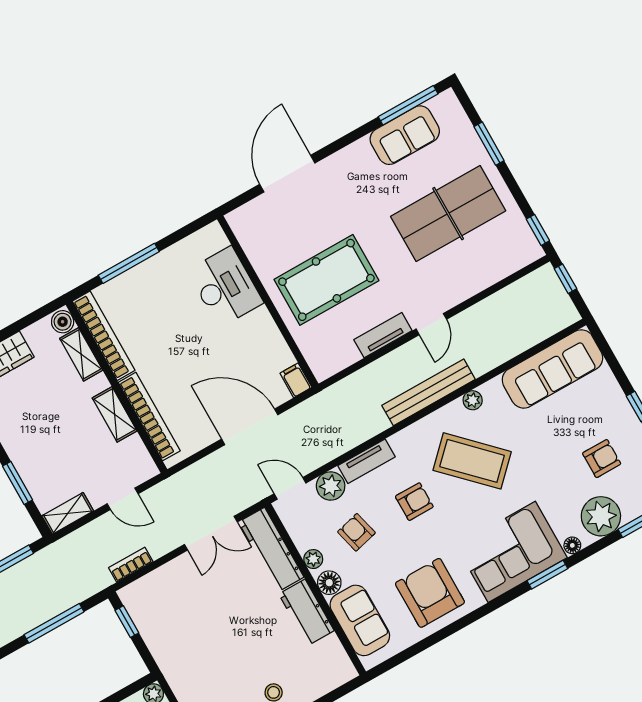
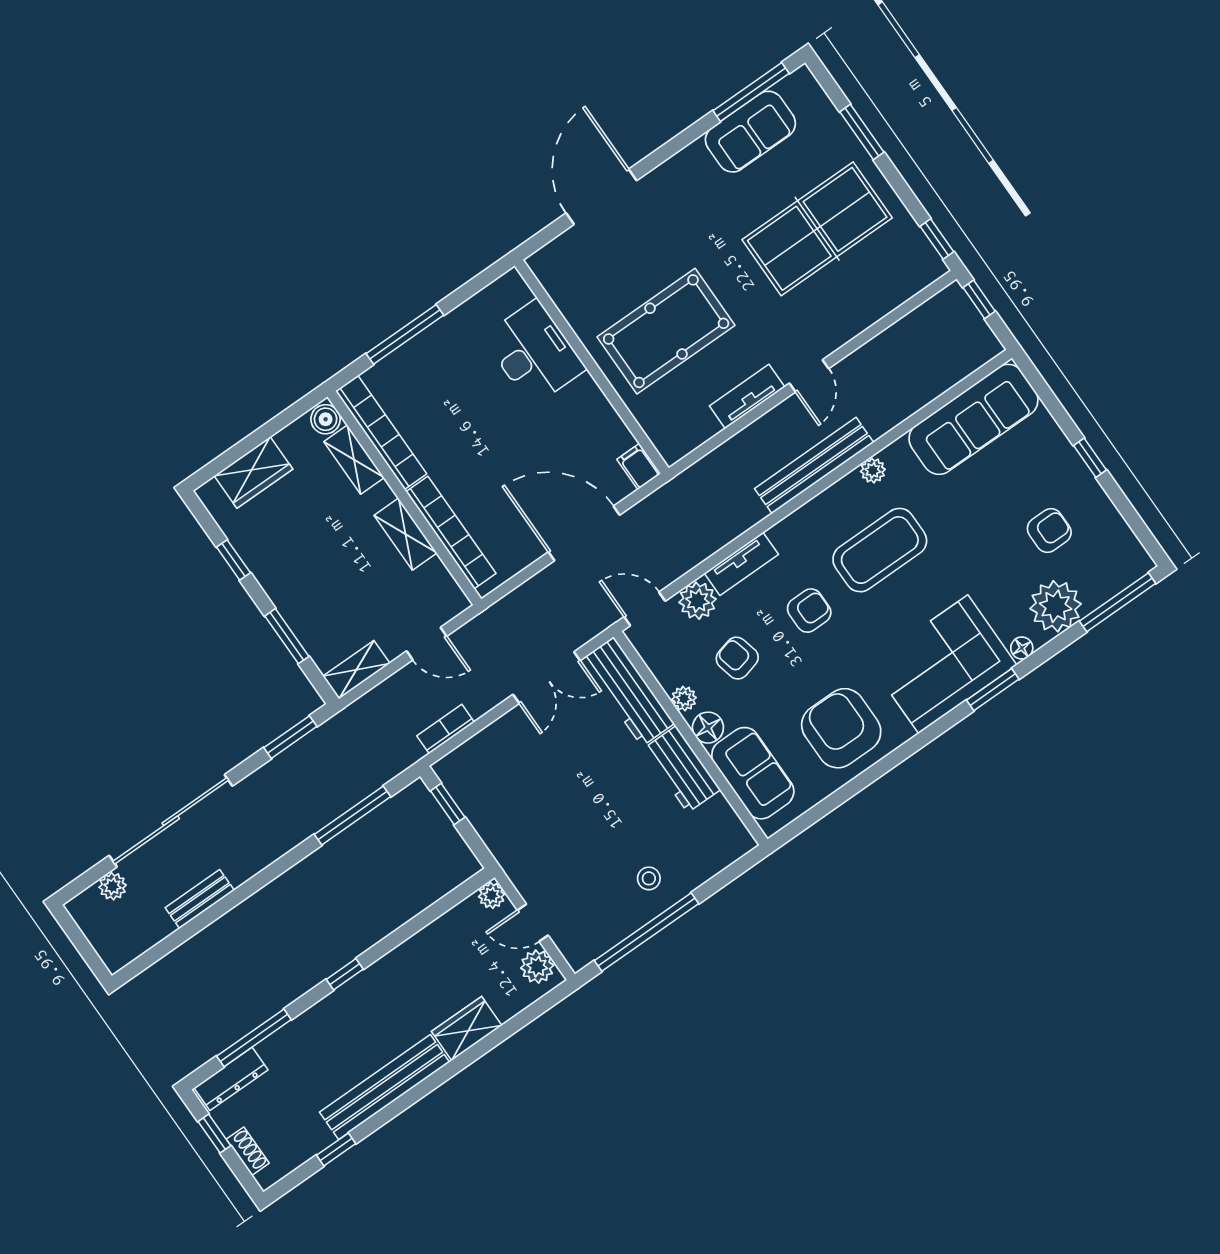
coffee table: (472, 461) -> (880, 550), turned -45

